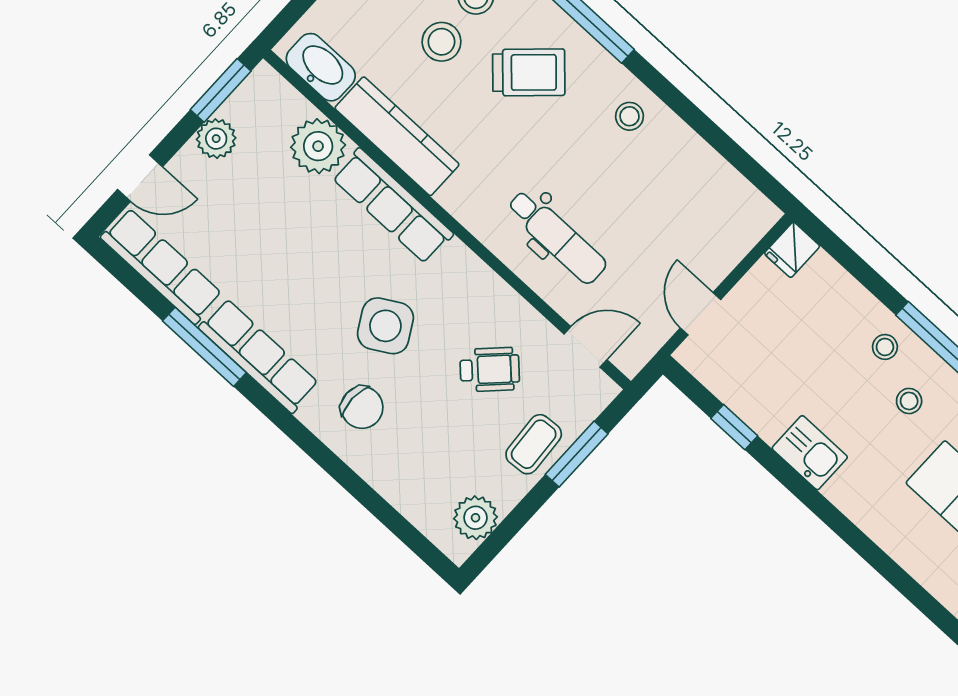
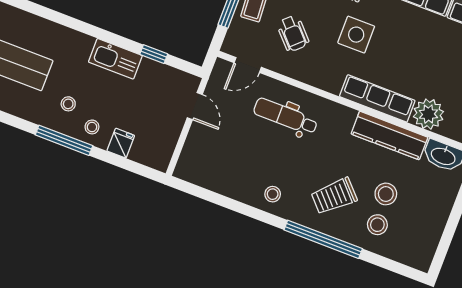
fridge: (792, 250) -> (121, 143), moved
side table: (385, 326) -> (356, 35), turned 30
wheelchair: (490, 370) -> (293, 33), turned -88
kitchen sink: (810, 453) -> (115, 59), width x1.38

